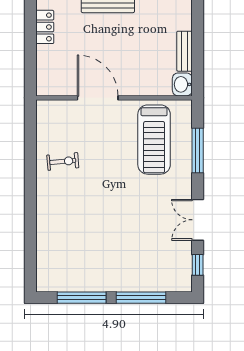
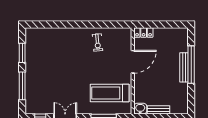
locker: (45, 27) -> (144, 32), moved
window: (82, 298) -> (22, 53), width x0.69

